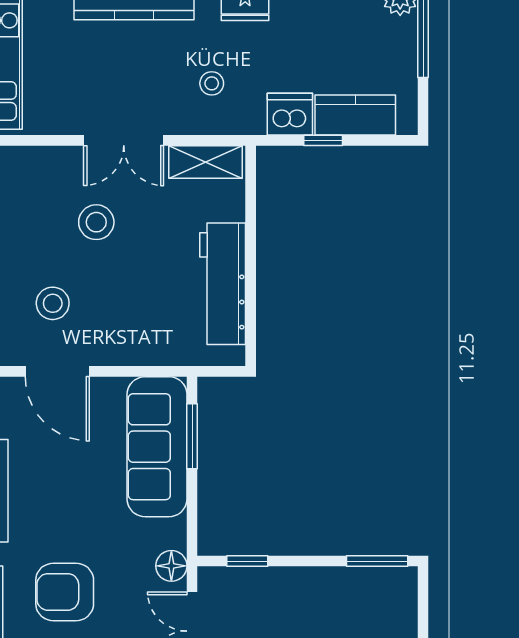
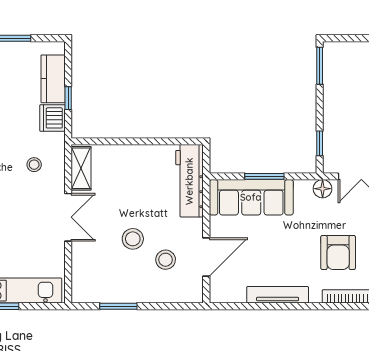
stool: (96, 222) -> (133, 239), moved
workbench: (223, 284) -> (189, 181), moved, turned 90
window: (192, 436) -> (264, 176), moved

